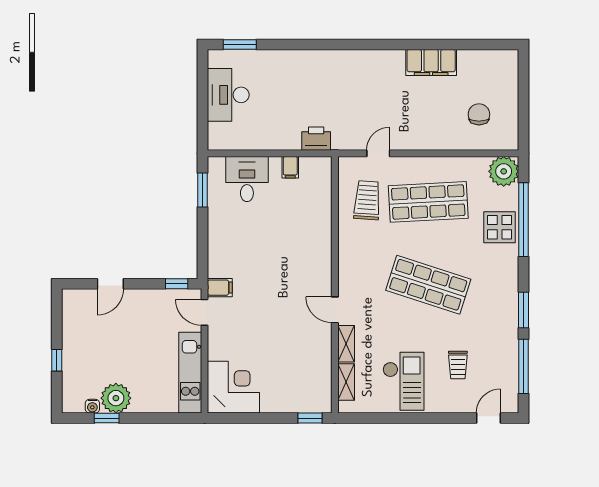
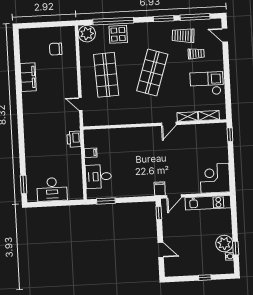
trolley: (367, 200) -> (183, 36), moved

